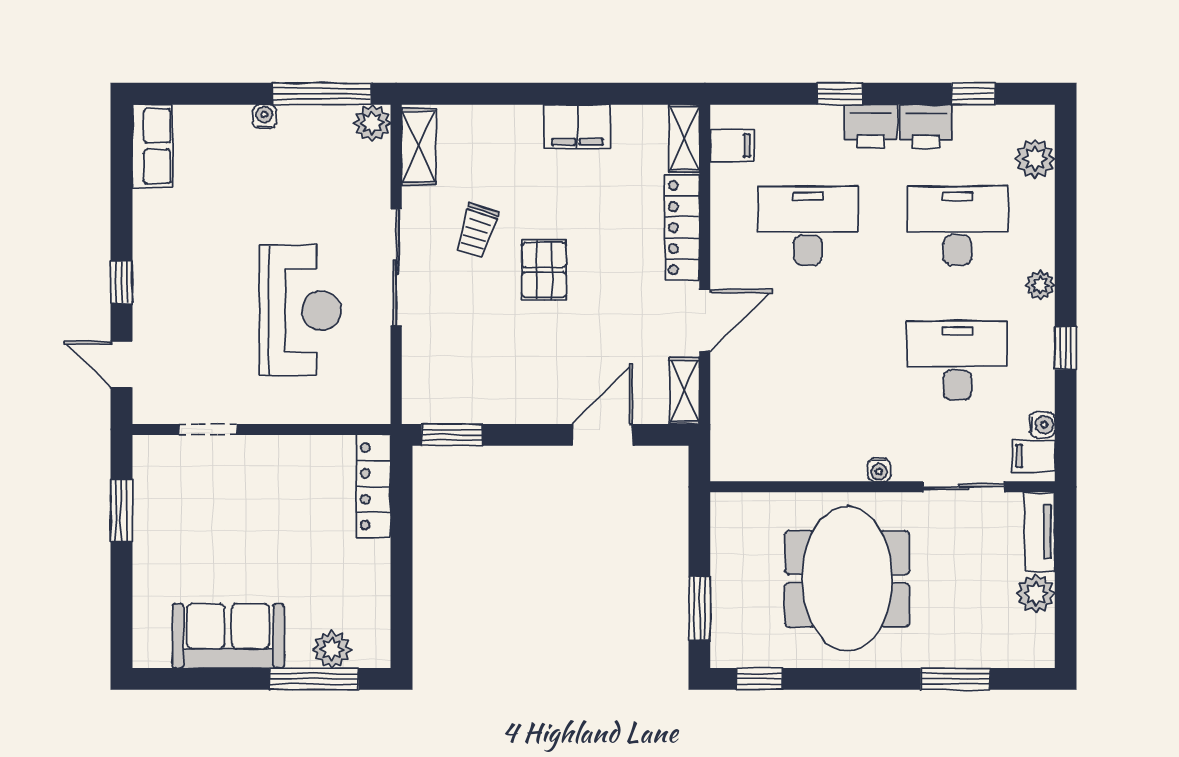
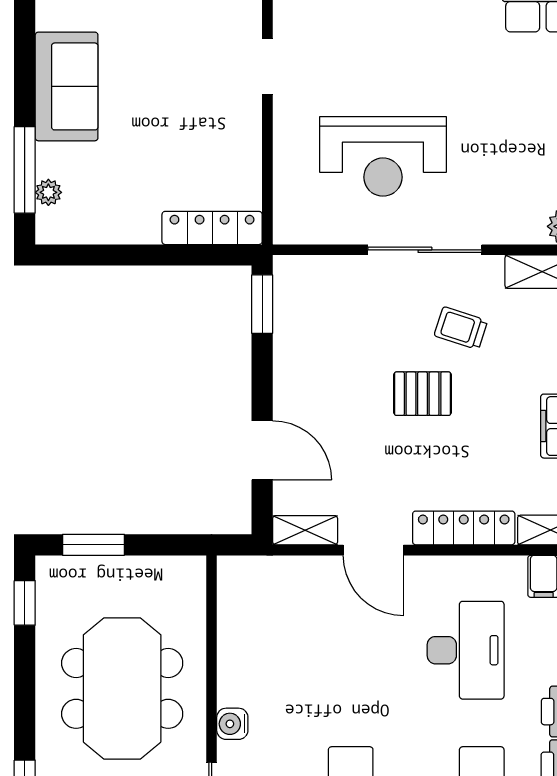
water cooler: (879, 470) -> (232, 724), width x1.38, depth x1.38
meeting table: (847, 579) -> (122, 688), turned 90
plant: (332, 649) -> (48, 192), width x0.73, depth x0.73

